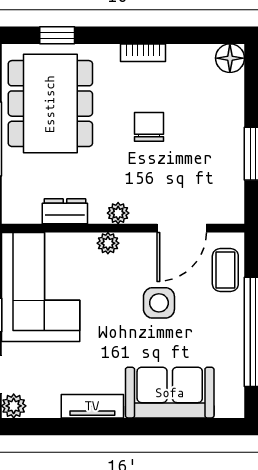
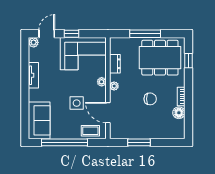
floor lamp: (230, 58) -> (179, 113), moved
sofa: (170, 393) -> (39, 120), moved

